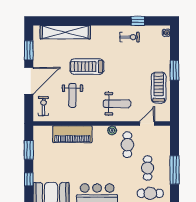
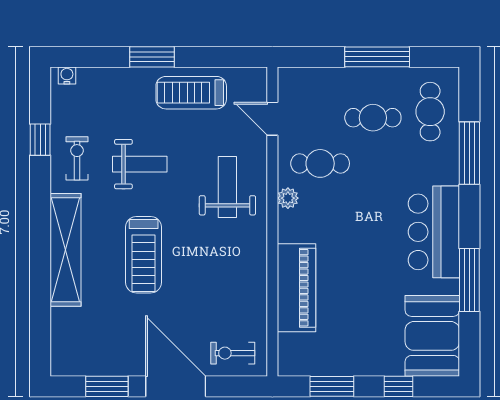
shelving: (65, 32) -> (66, 250), moved
weight bench: (72, 95) -> (140, 164), moved

